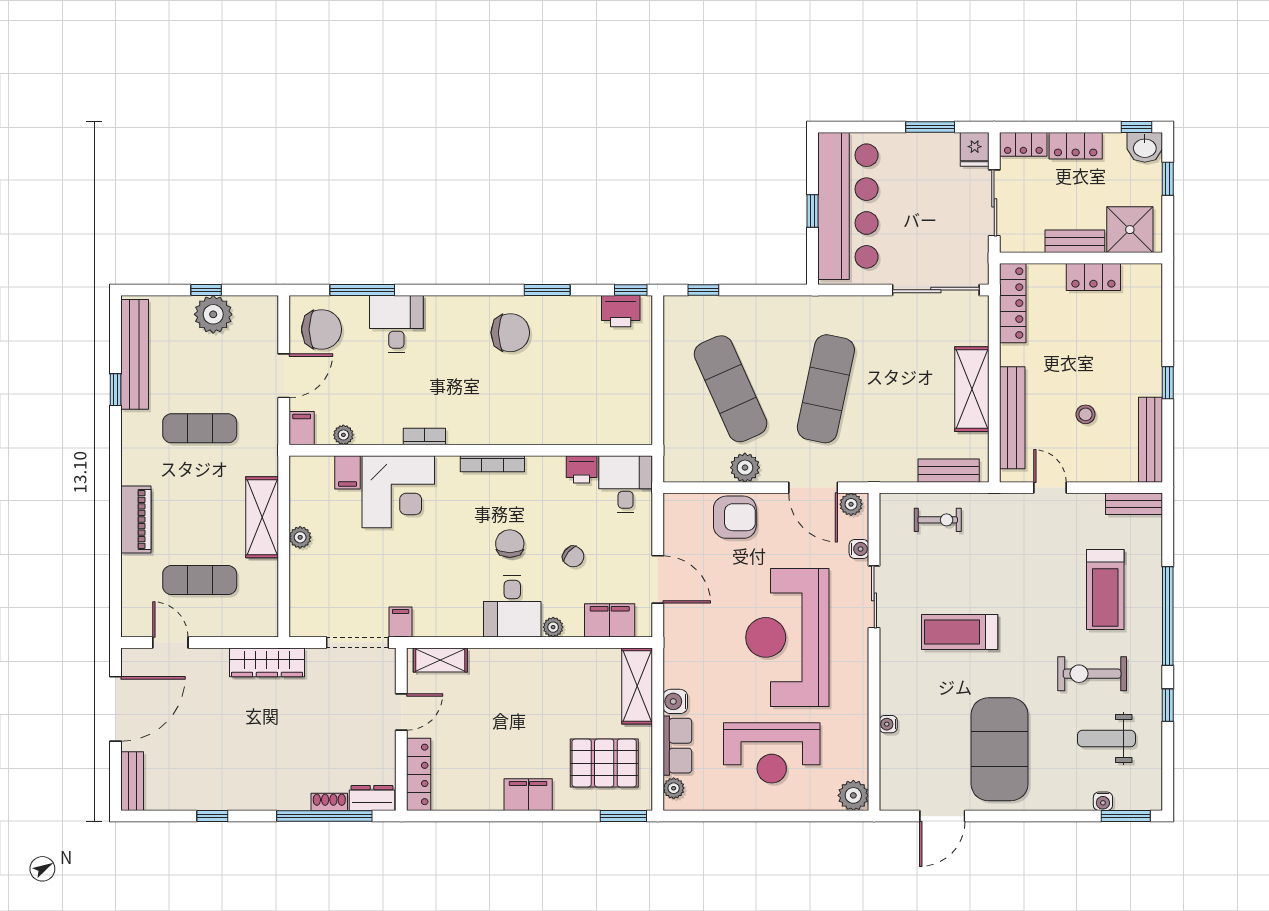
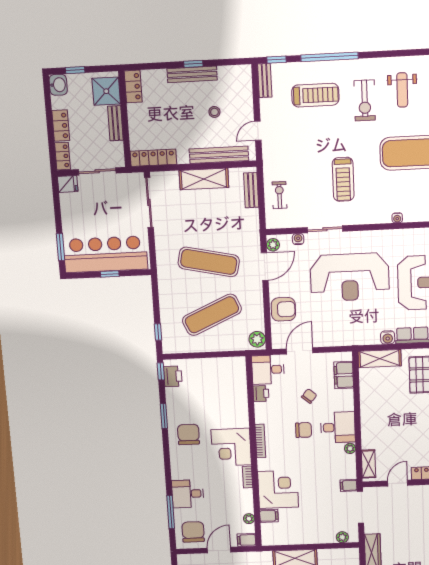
window: (930, 127) -> (60, 247), moved
window: (1136, 127) -> (47, 90), removed
locker: (1093, 277) -> (133, 86), moved
door: (284, 376) -> (219, 550), hinge flipped
corner desk: (483, 410) -> (231, 447), added
bench: (1151, 440) -> (192, 74), moved
plant: (745, 468) -> (257, 339), moved
armchair: (735, 517) -> (283, 309), turned 90
plant: (300, 537) -> (342, 537), moved
chair: (510, 544) -> (304, 430), turned 180
door: (658, 579) -> (300, 351), moved
plant: (553, 627) -> (350, 448), moved
window: (1168, 705) -> (277, 60), moved
door: (401, 712) -> (398, 483), hinge flipped

